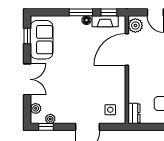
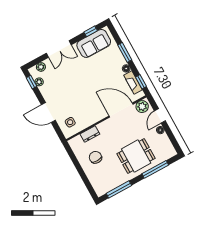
window: (81, 12) -> (125, 52), moved
dresser: (134, 113) -> (90, 134), moved

